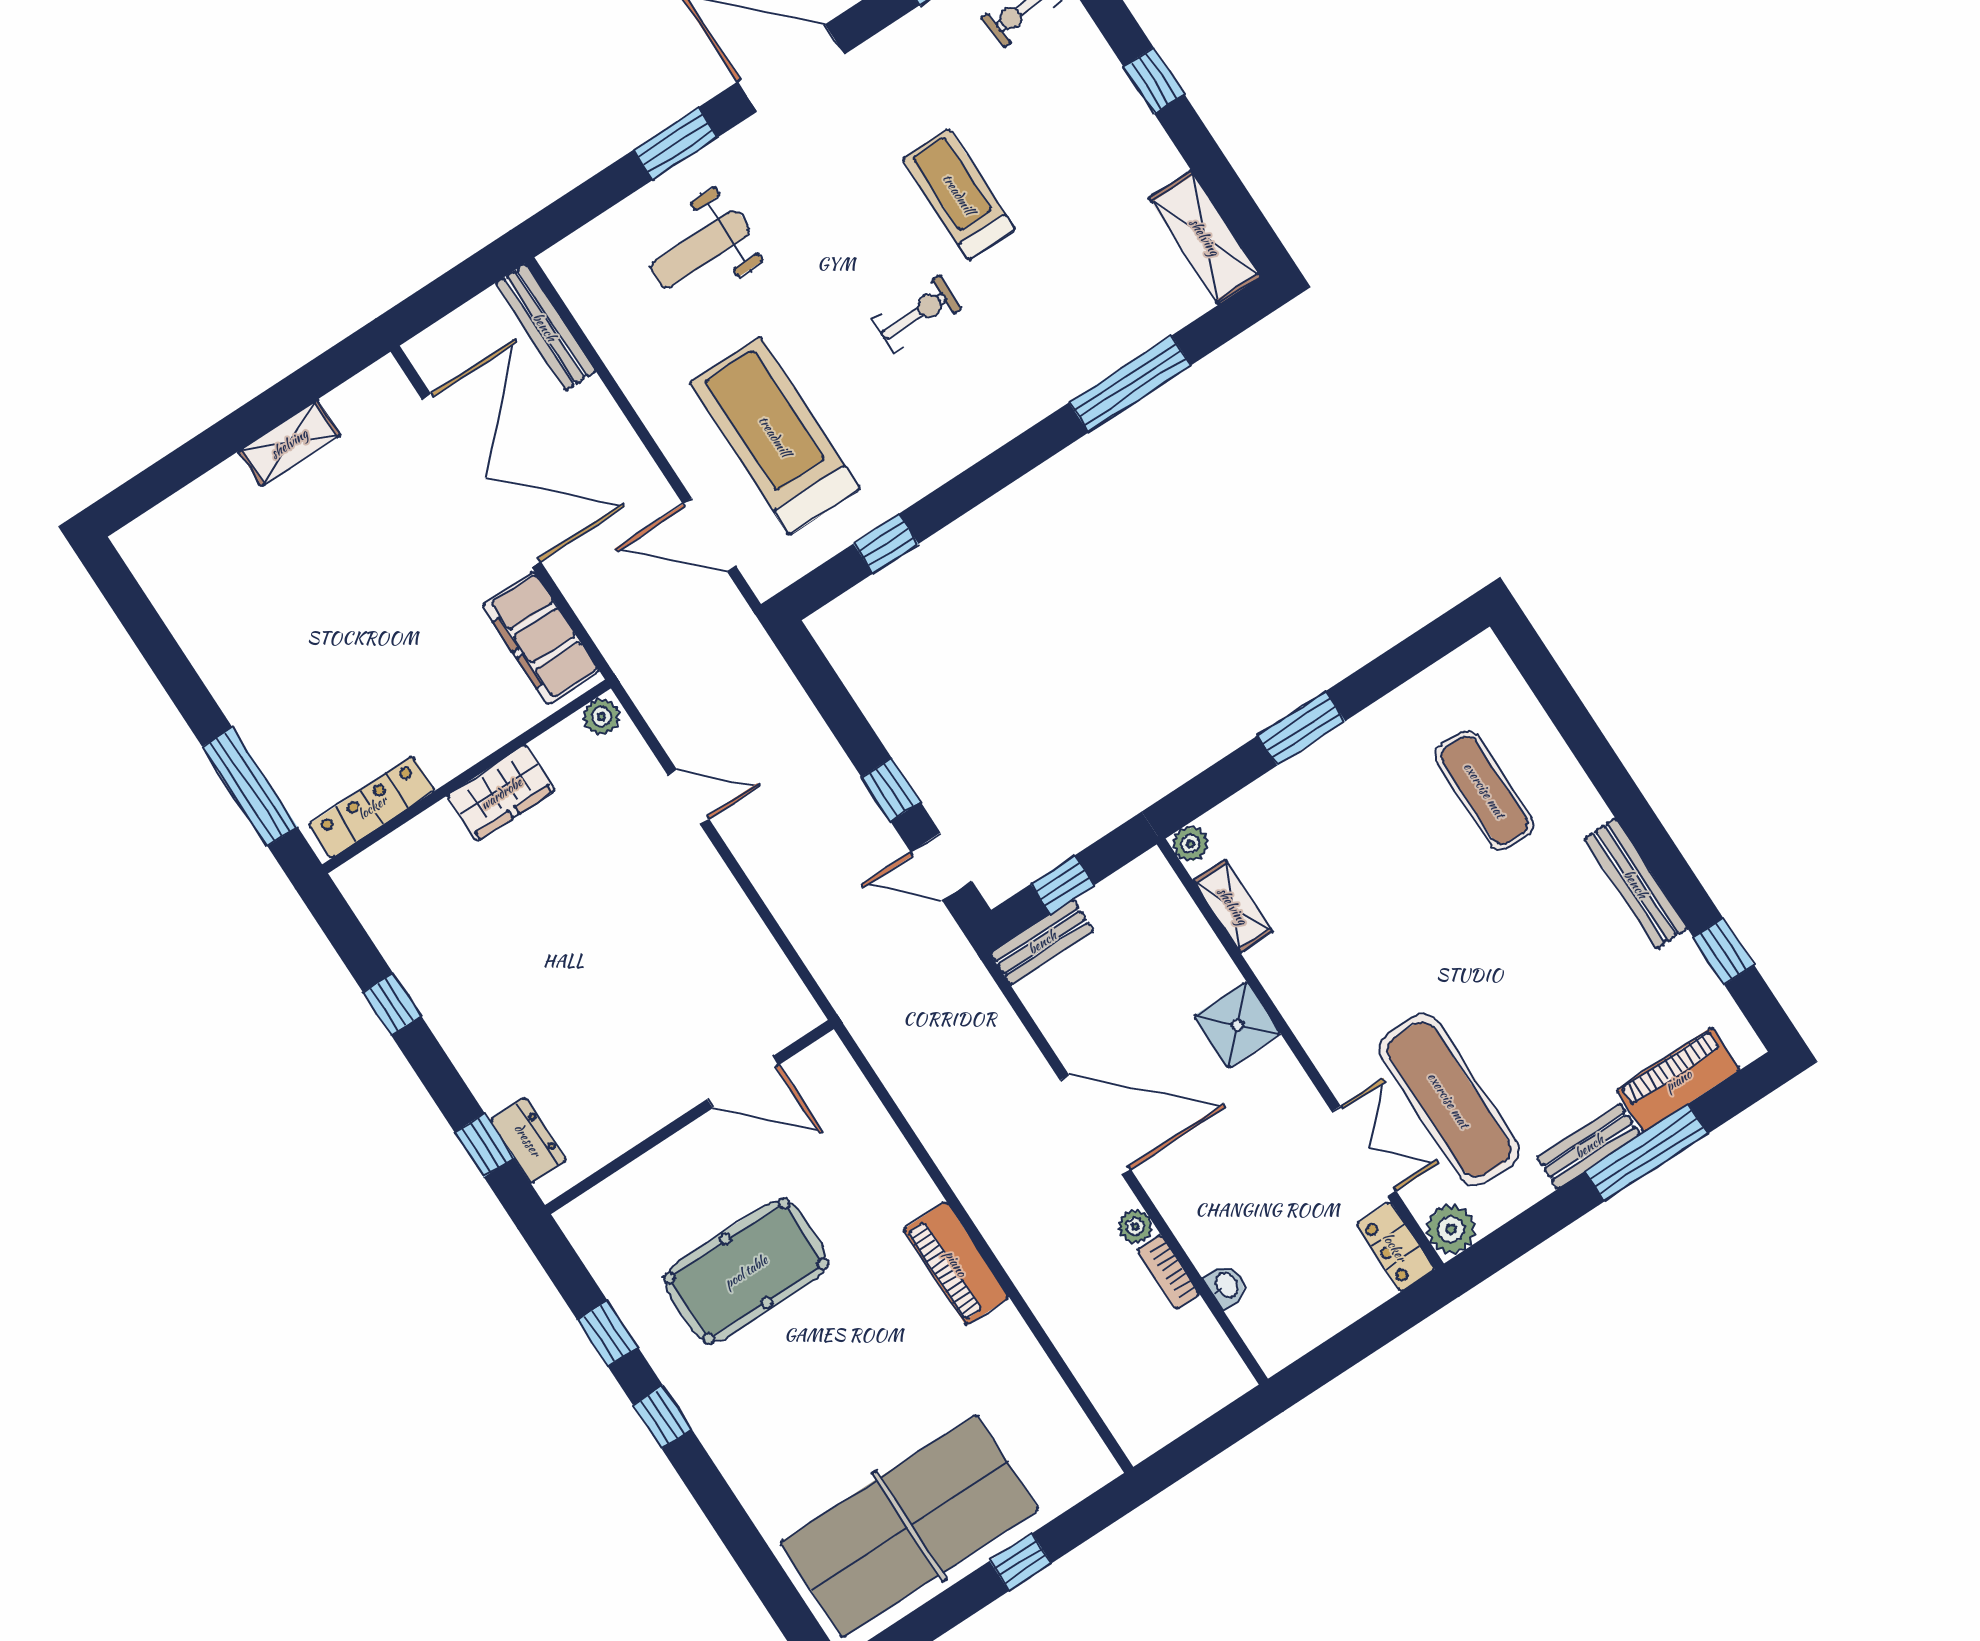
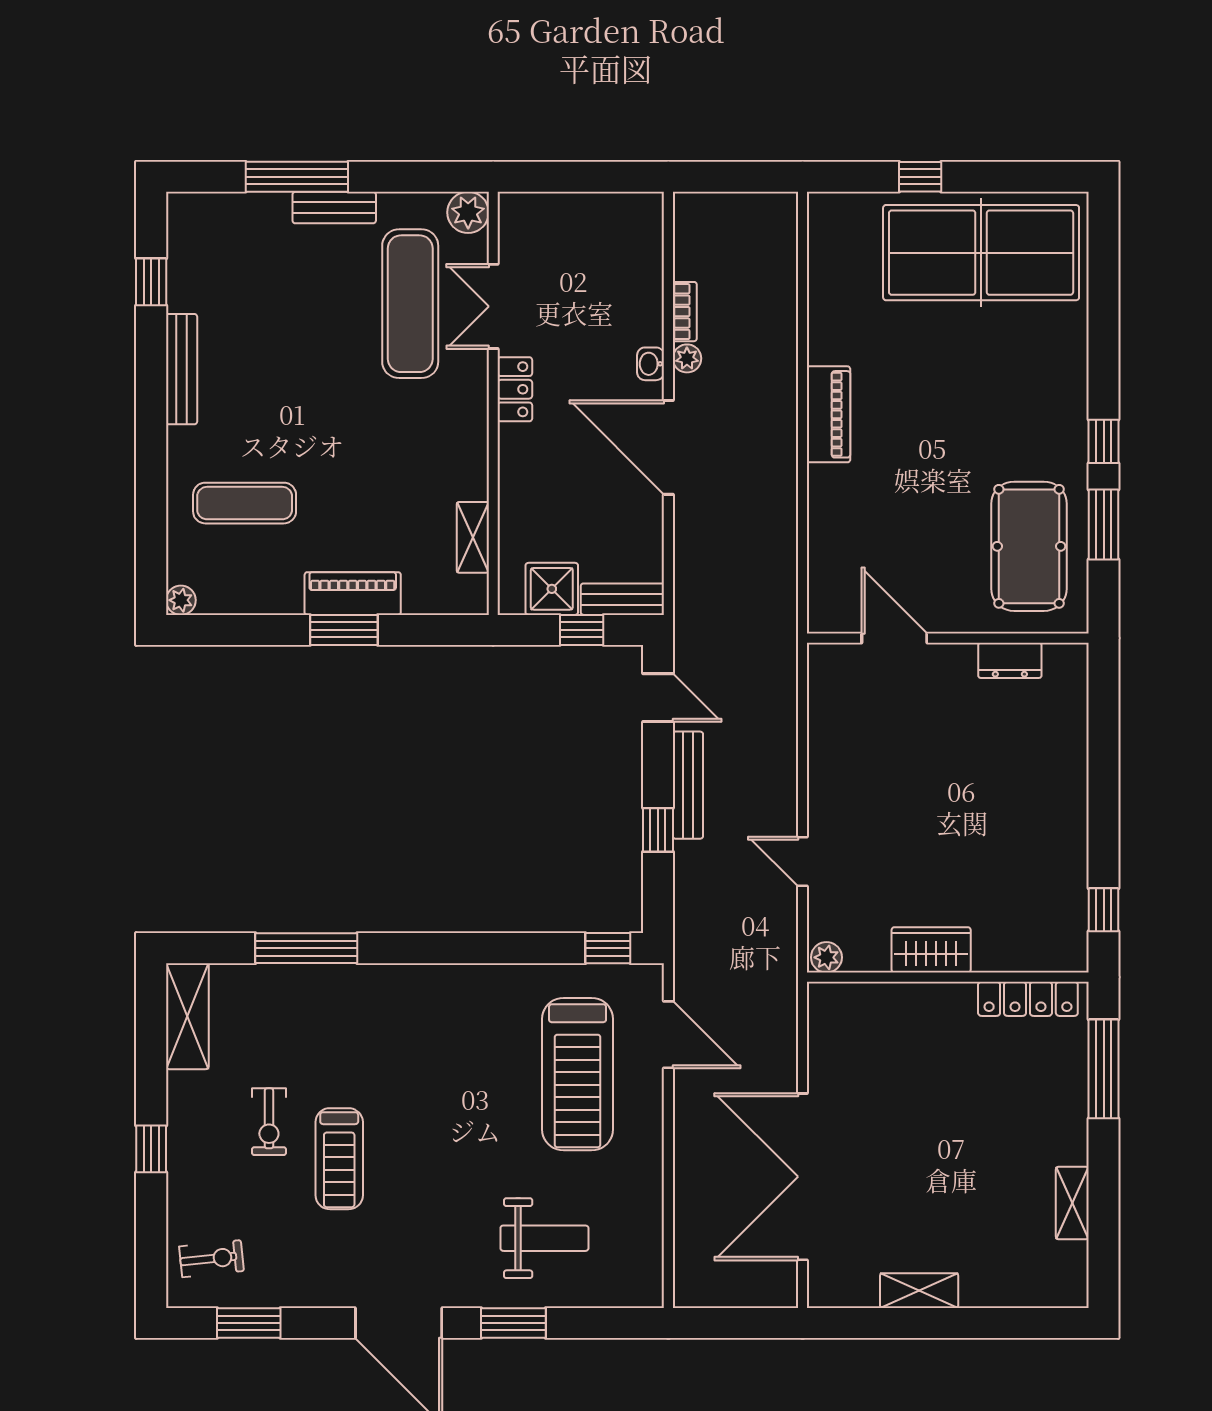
exercise bike: (917, 314) -> (269, 1122), moved, turned -90
bench: (545, 327) -> (688, 785), moved
window: (886, 544) -> (608, 948), moved
shelving: (193, 632) -> (1072, 1203), added
filing cabinet: (541, 638) -> (833, 1040), removed
window: (891, 790) -> (658, 830), moved
exercise mat: (1485, 790) -> (245, 503), turned 90
plant: (1190, 844) -> (181, 600), moved
window: (392, 1004) -> (1104, 910), moved
shower: (1237, 1025) -> (552, 589), moved
piano: (1678, 1080) -> (353, 594), moved, turned 180
dresser: (528, 1140) -> (1010, 660), moved, turned -90
window: (484, 1145) -> (1104, 712), removed
locker: (1395, 1247) -> (515, 389), moved
pool table: (746, 1271) -> (1029, 546), moved, turned 90
washbasin: (1226, 1285) -> (651, 364), moved
window: (608, 1334) -> (1104, 525), width x1.50

